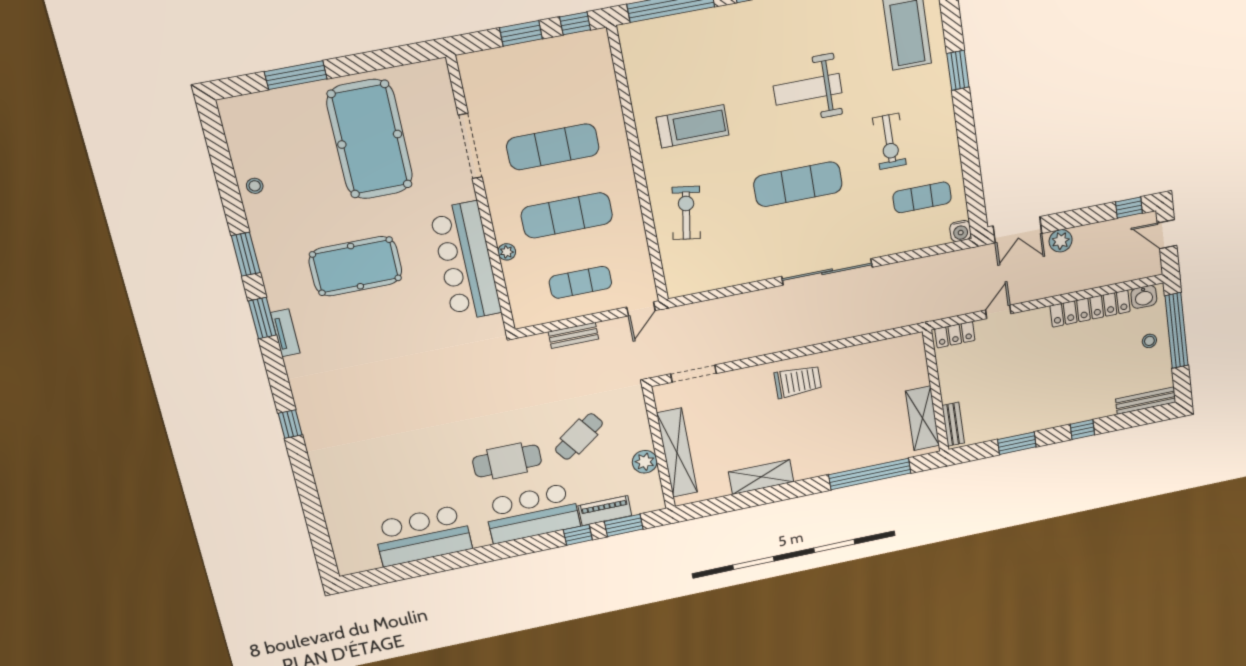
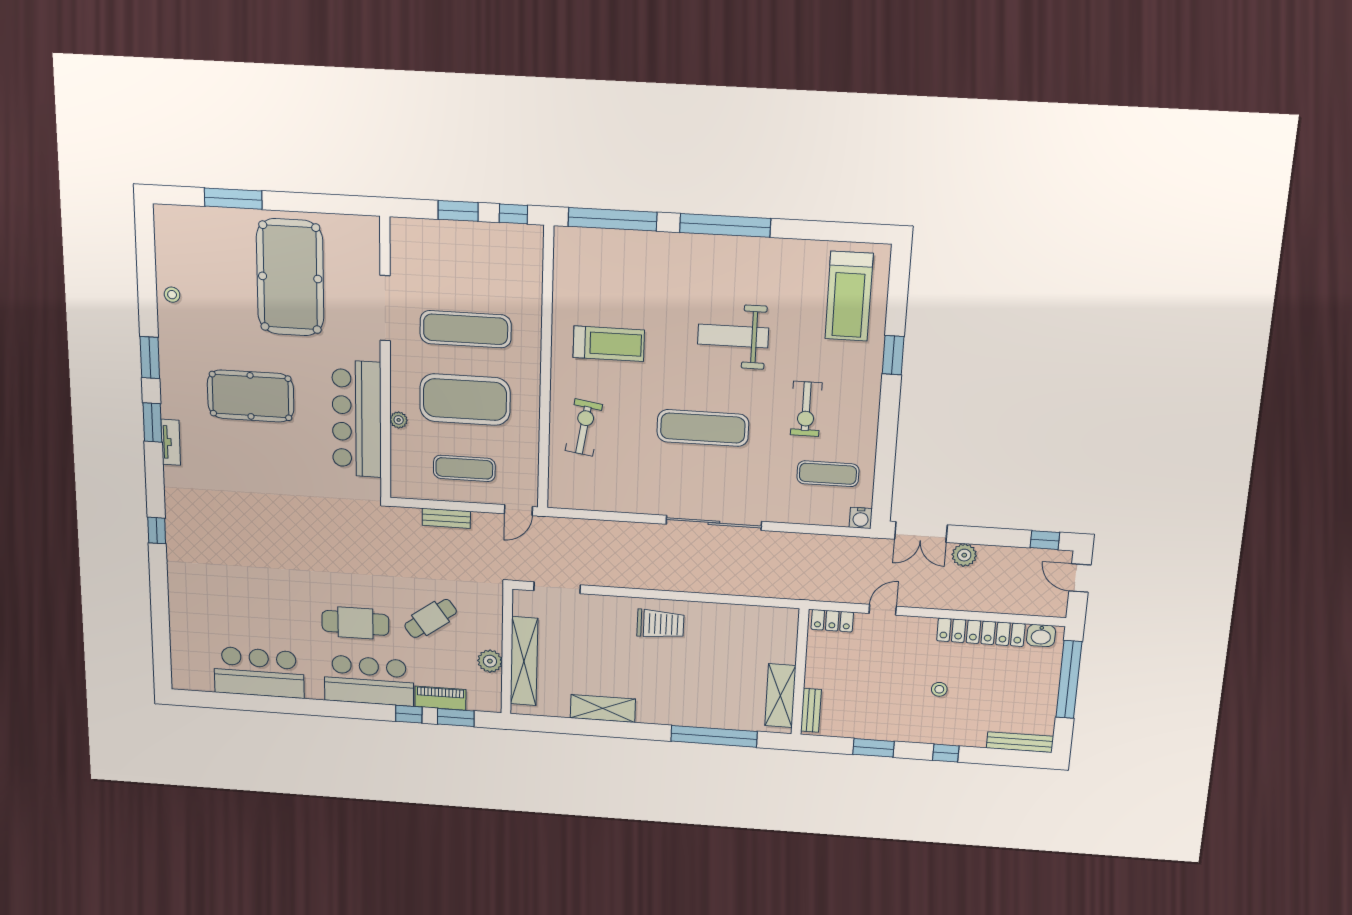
exercise mat: (567, 215) -> (465, 400), width x1.47
stool: (1149, 341) -> (939, 689), moved

